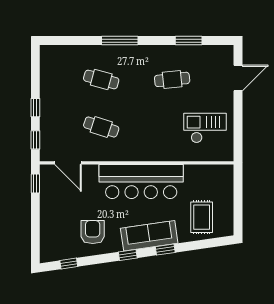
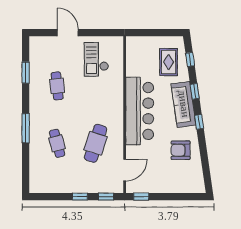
door: (238, 78) -> (68, 33), moved
cafe table: (101, 79) -> (57, 143), turned -30
cafe table: (101, 127) -> (96, 143), width x1.37, depth x1.35
rug: (202, 217) -> (169, 62), turned 90
window: (69, 263) -> (190, 59), moved

